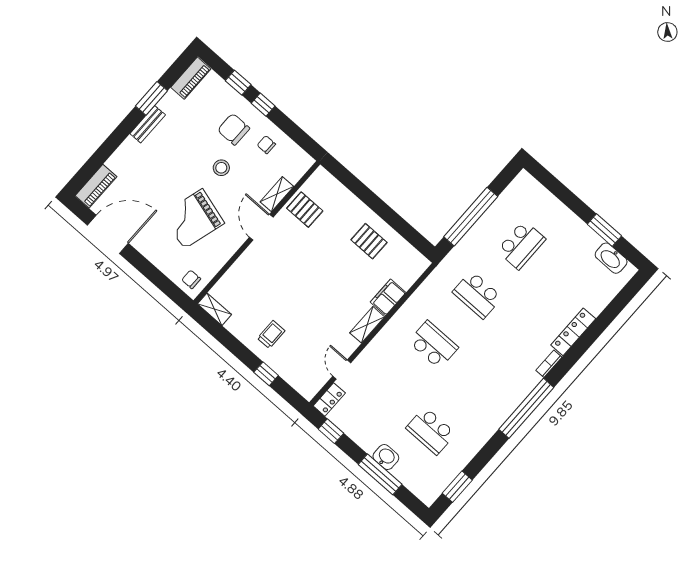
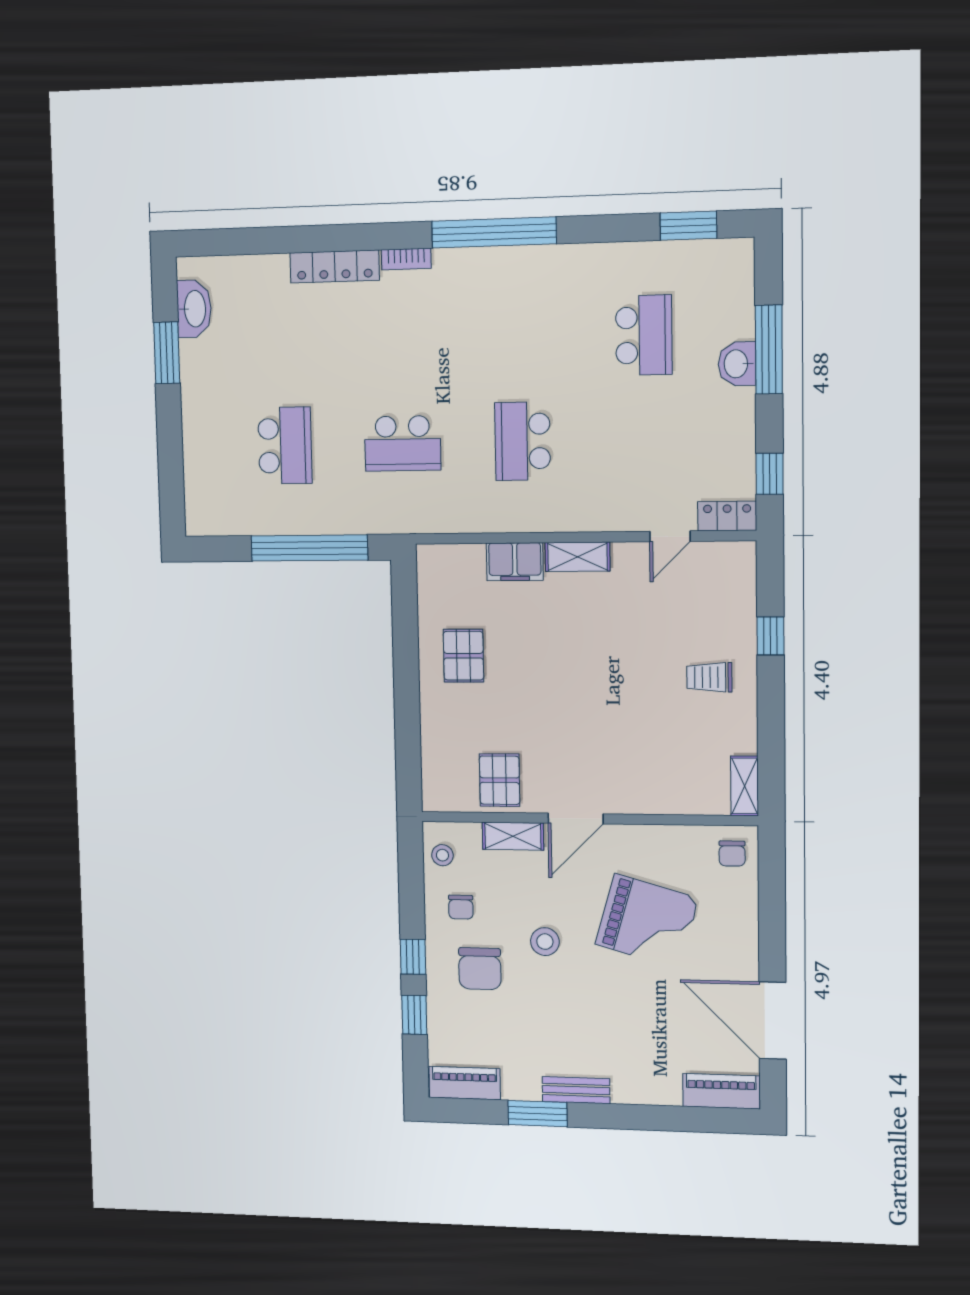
stool: (295, 157) -> (442, 855), added
school desk: (521, 245) -> (285, 446), turned 90
school desk: (477, 295) -> (403, 443), turned 90

